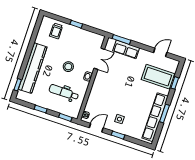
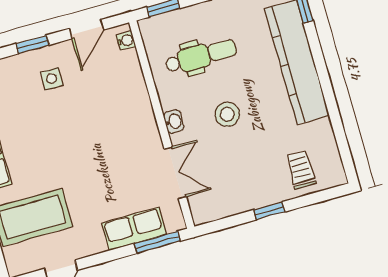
double door: (99, 59) -> (175, 173), swing flipped

